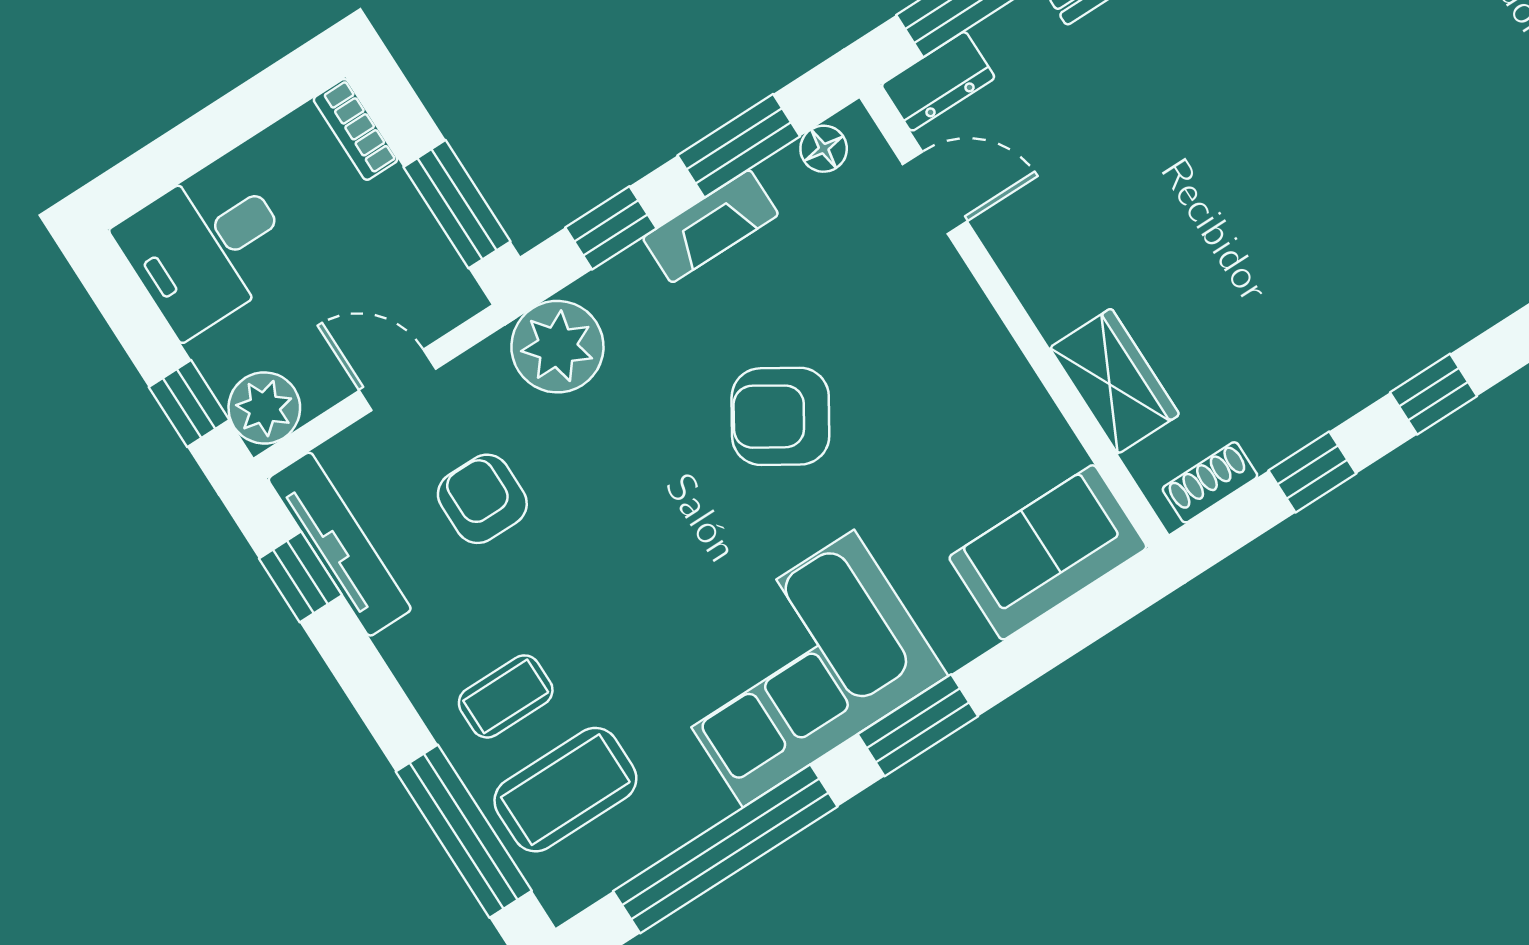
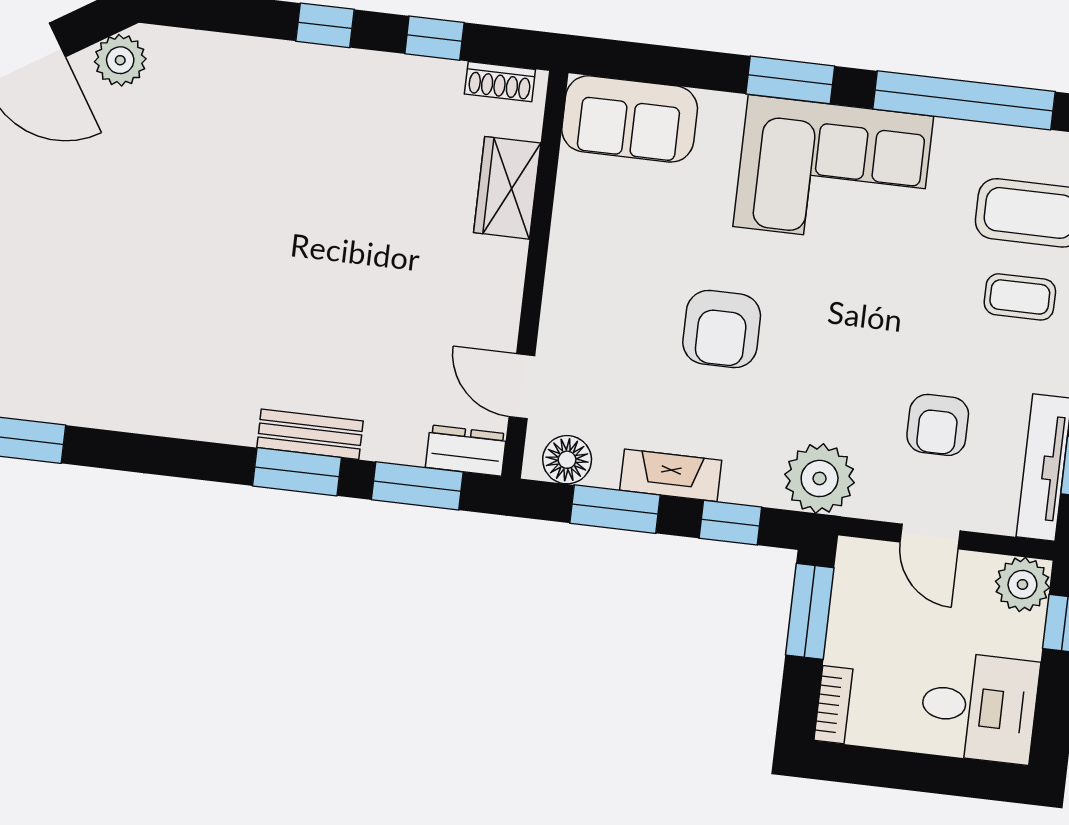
floor lamp: (824, 149) -> (567, 460), width x1.37, depth x1.37
armchair: (780, 416) -> (722, 329), turned 58

